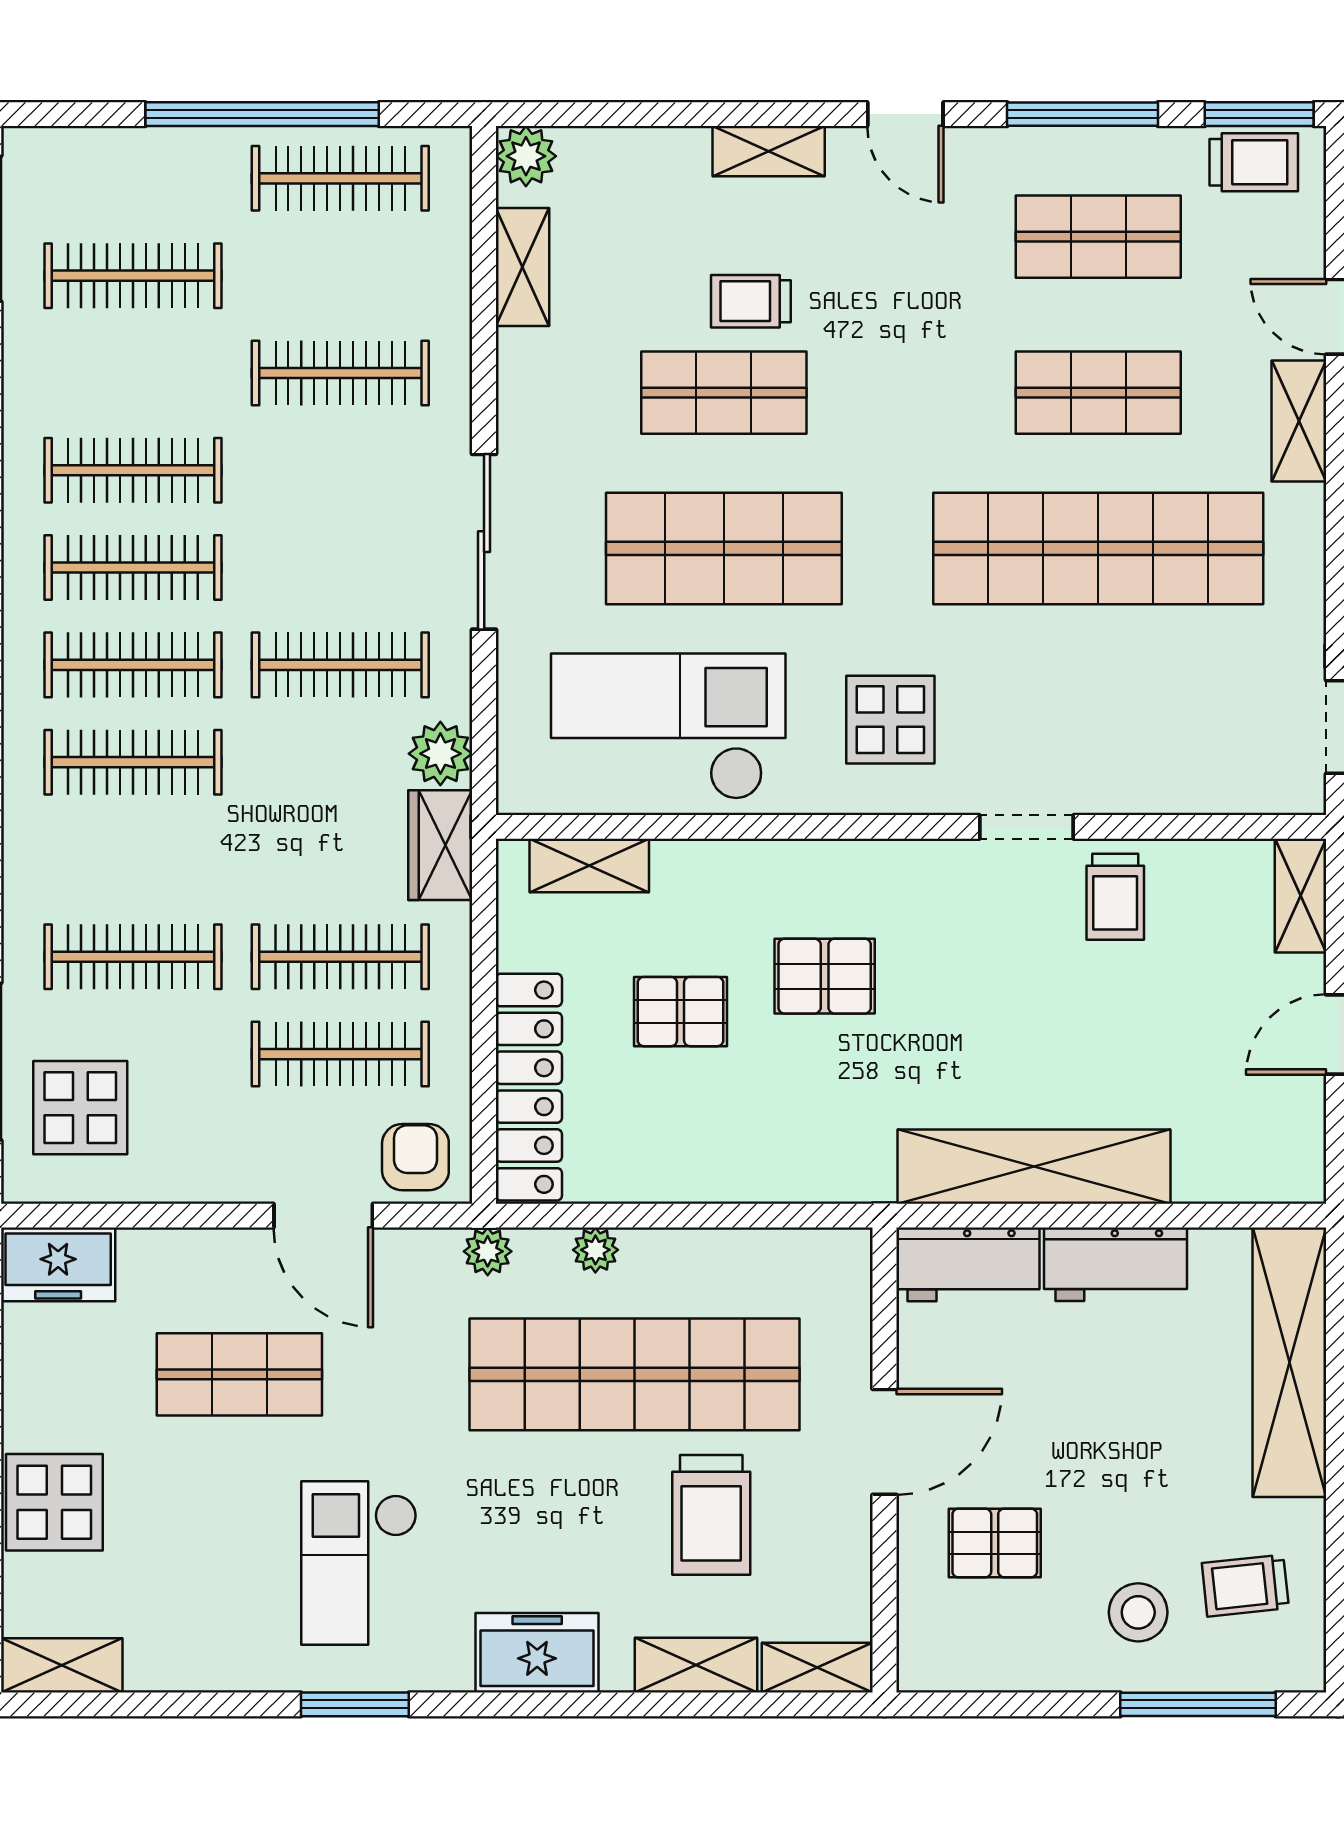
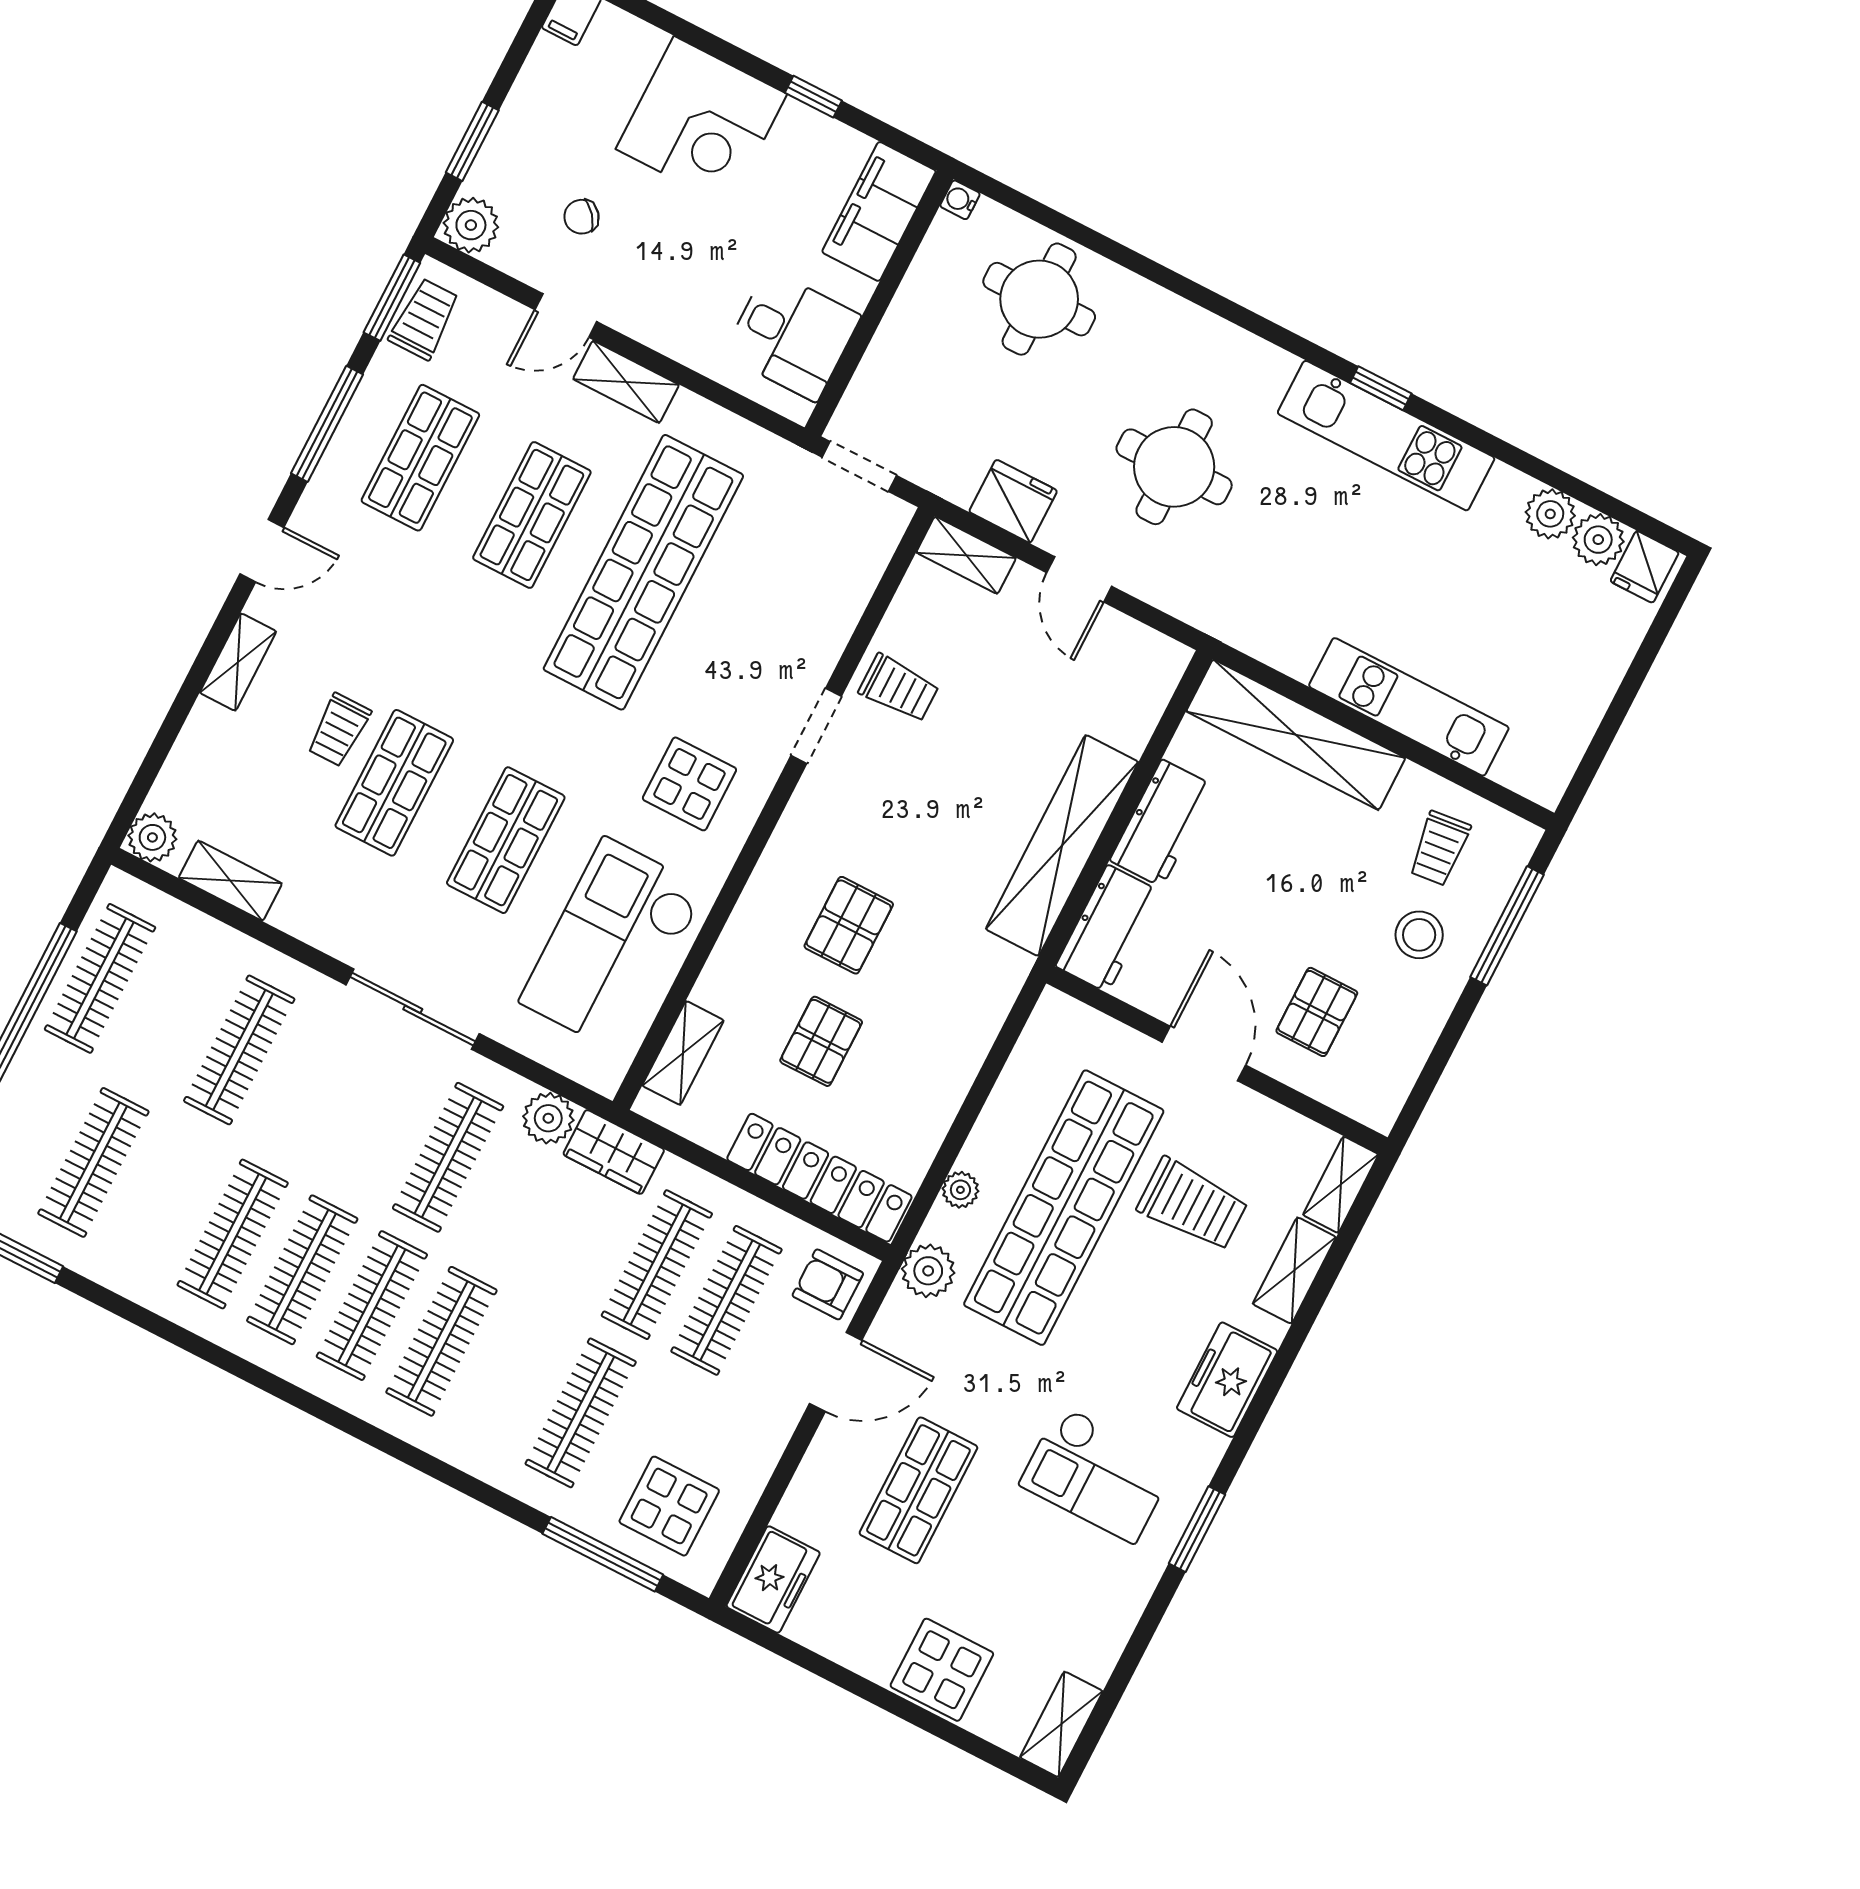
shop shelf: (724, 548) -> (506, 840), width x0.70, depth x0.74
plant: (488, 1251) -> (928, 1271), width x1.38, depth x1.38

